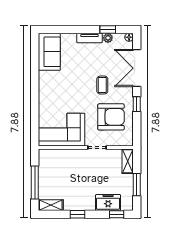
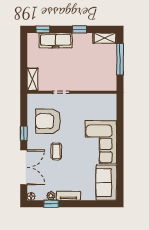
corner sofa: (62, 130) -> (101, 142), moved, turned 90
window: (137, 185) -> (24, 57), removed
freezer: (108, 203) -> (56, 40), width x1.40

